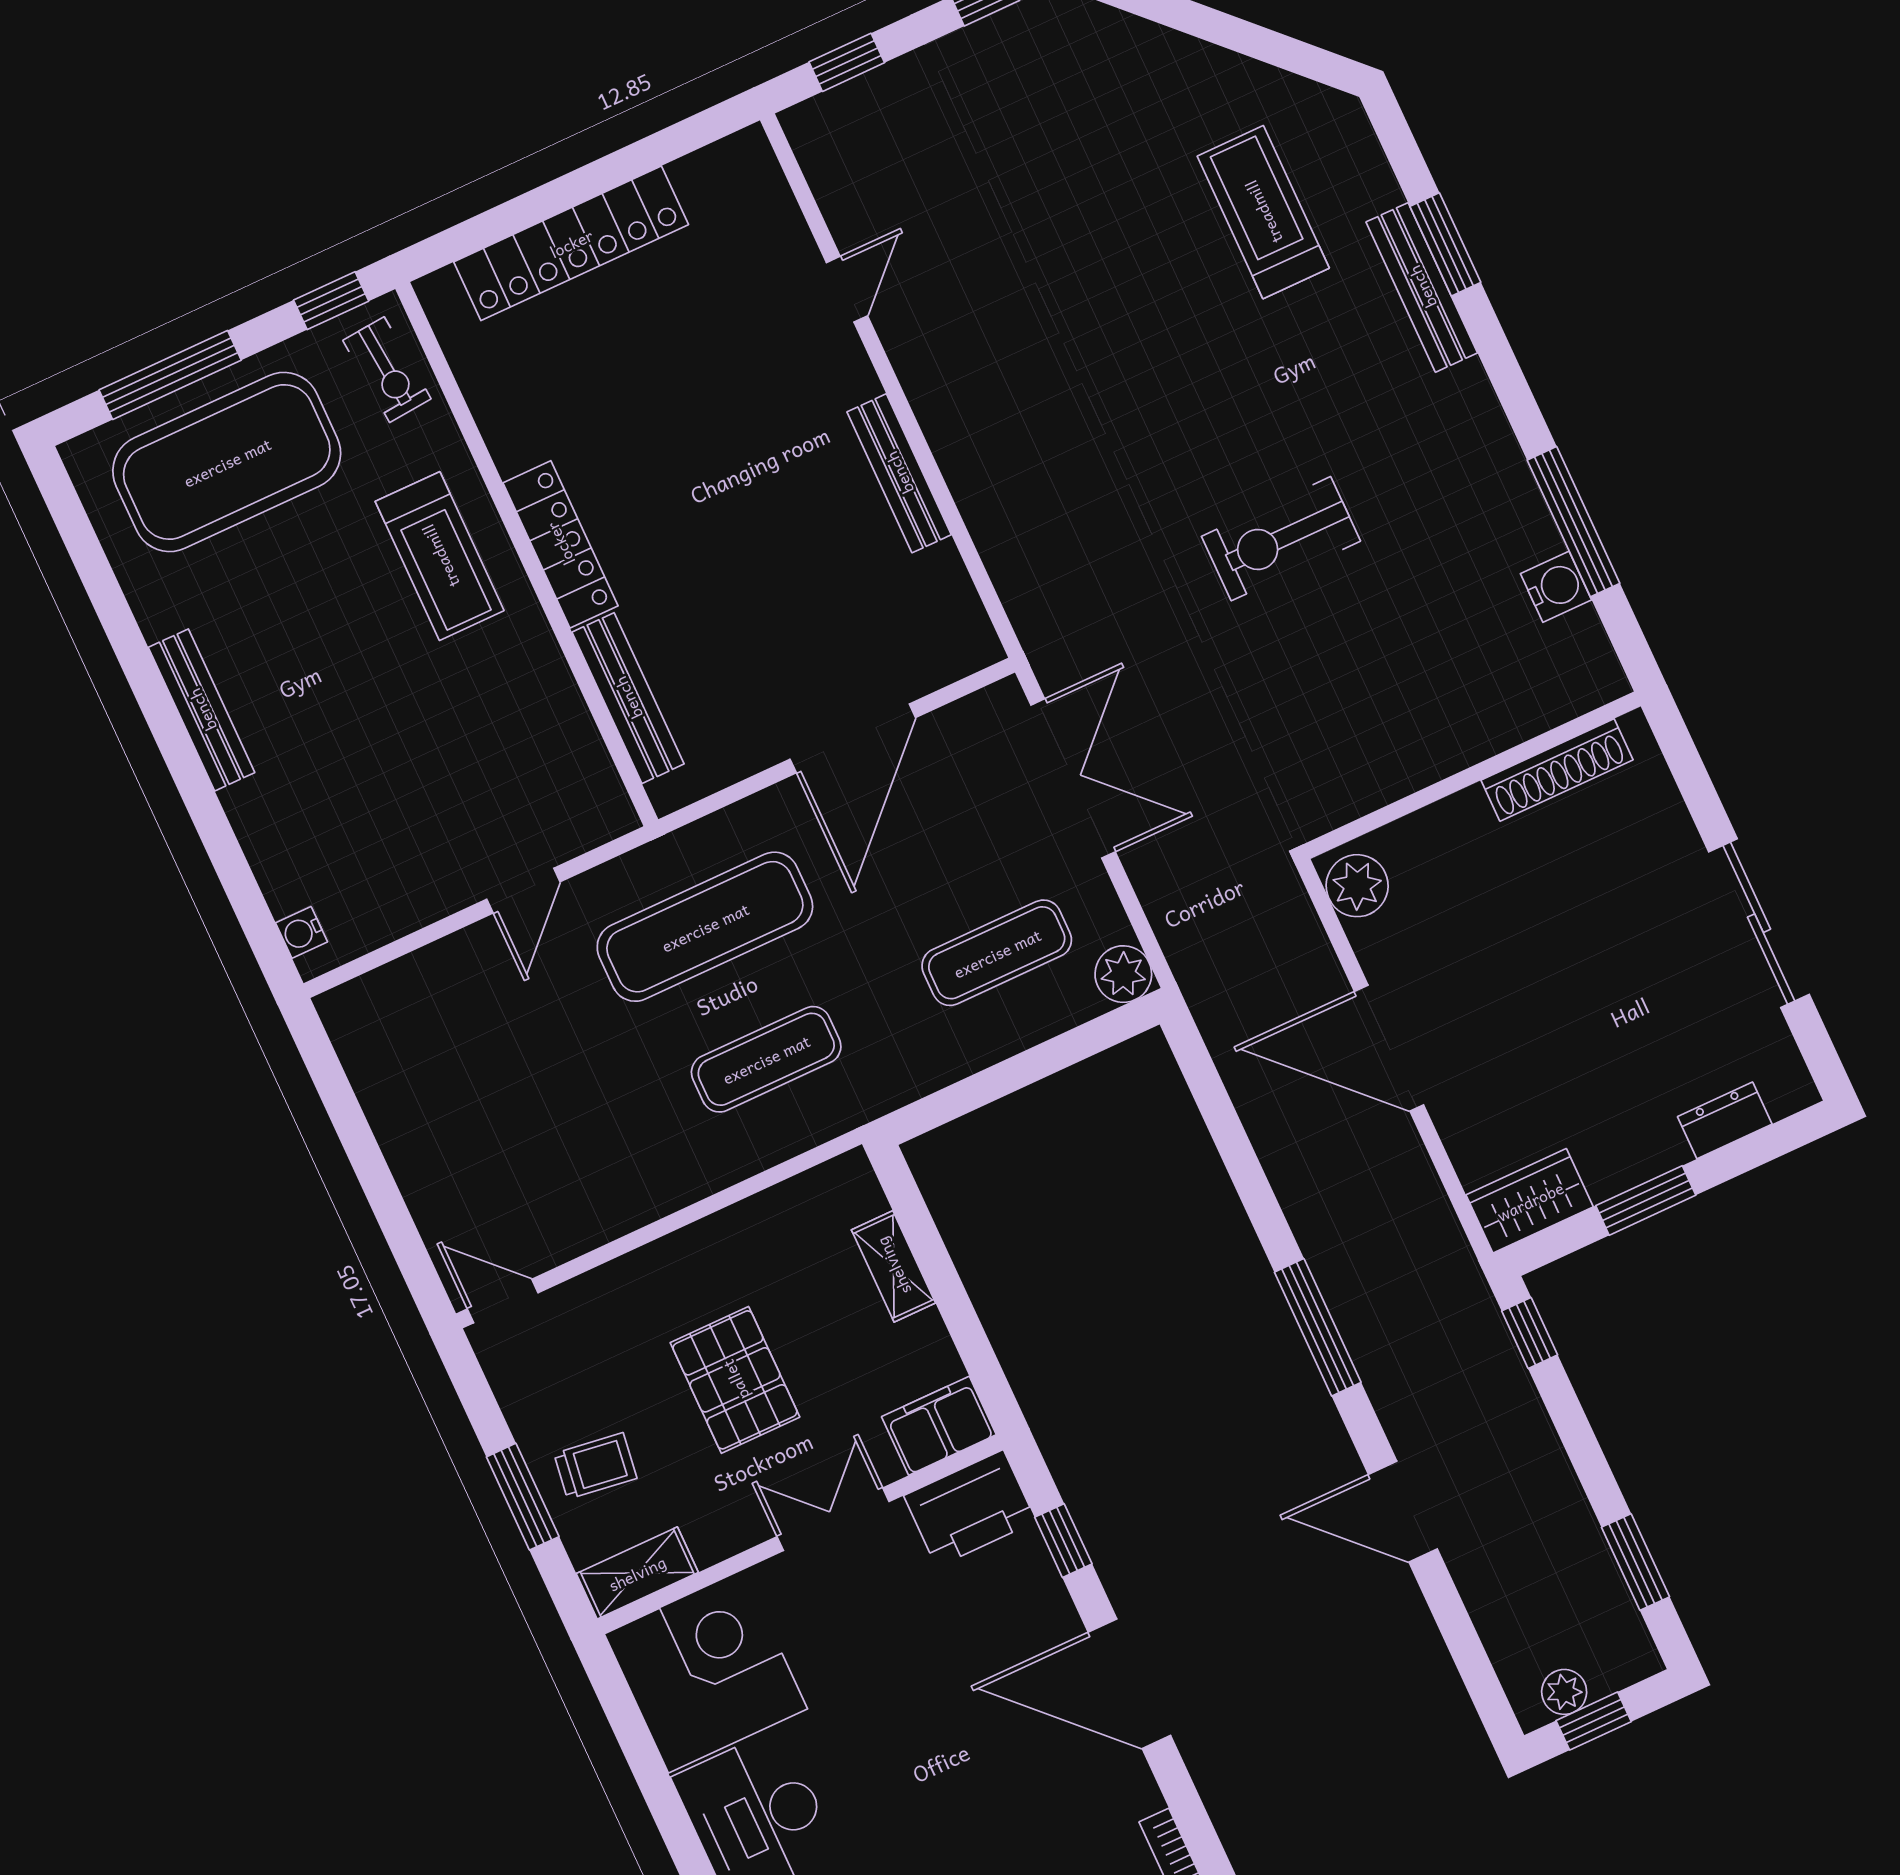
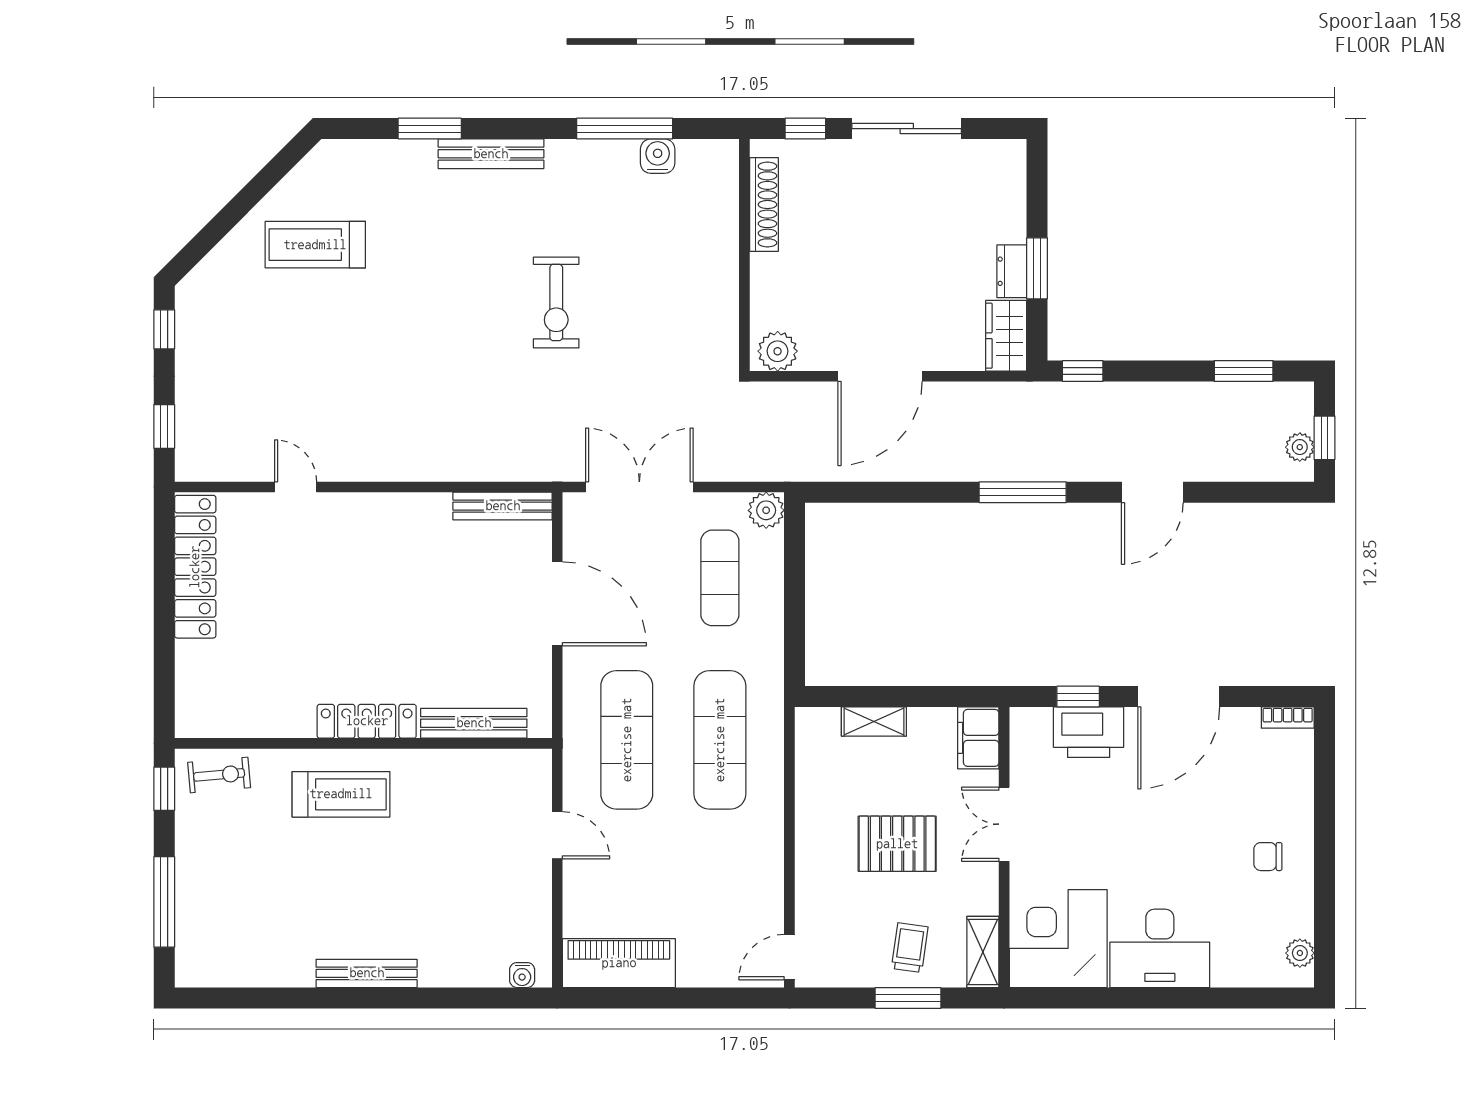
treadmill: (1263, 212) -> (315, 245), moved
locker: (571, 243) -> (195, 567), moved
bench: (1422, 287) -> (491, 154), moved
exercise mat: (227, 462) -> (230, 892), removed
bench: (899, 473) -> (503, 506), moved
window: (1692, 779) -> (805, 129), added
exercise mat: (766, 1059) -> (720, 740), width x1.36, depth x1.45
piano: (382, 1062) -> (619, 963), added
dresser: (1725, 1120) -> (1012, 271), moved
printer: (970, 1508) -> (1089, 732), moved, turned 90

